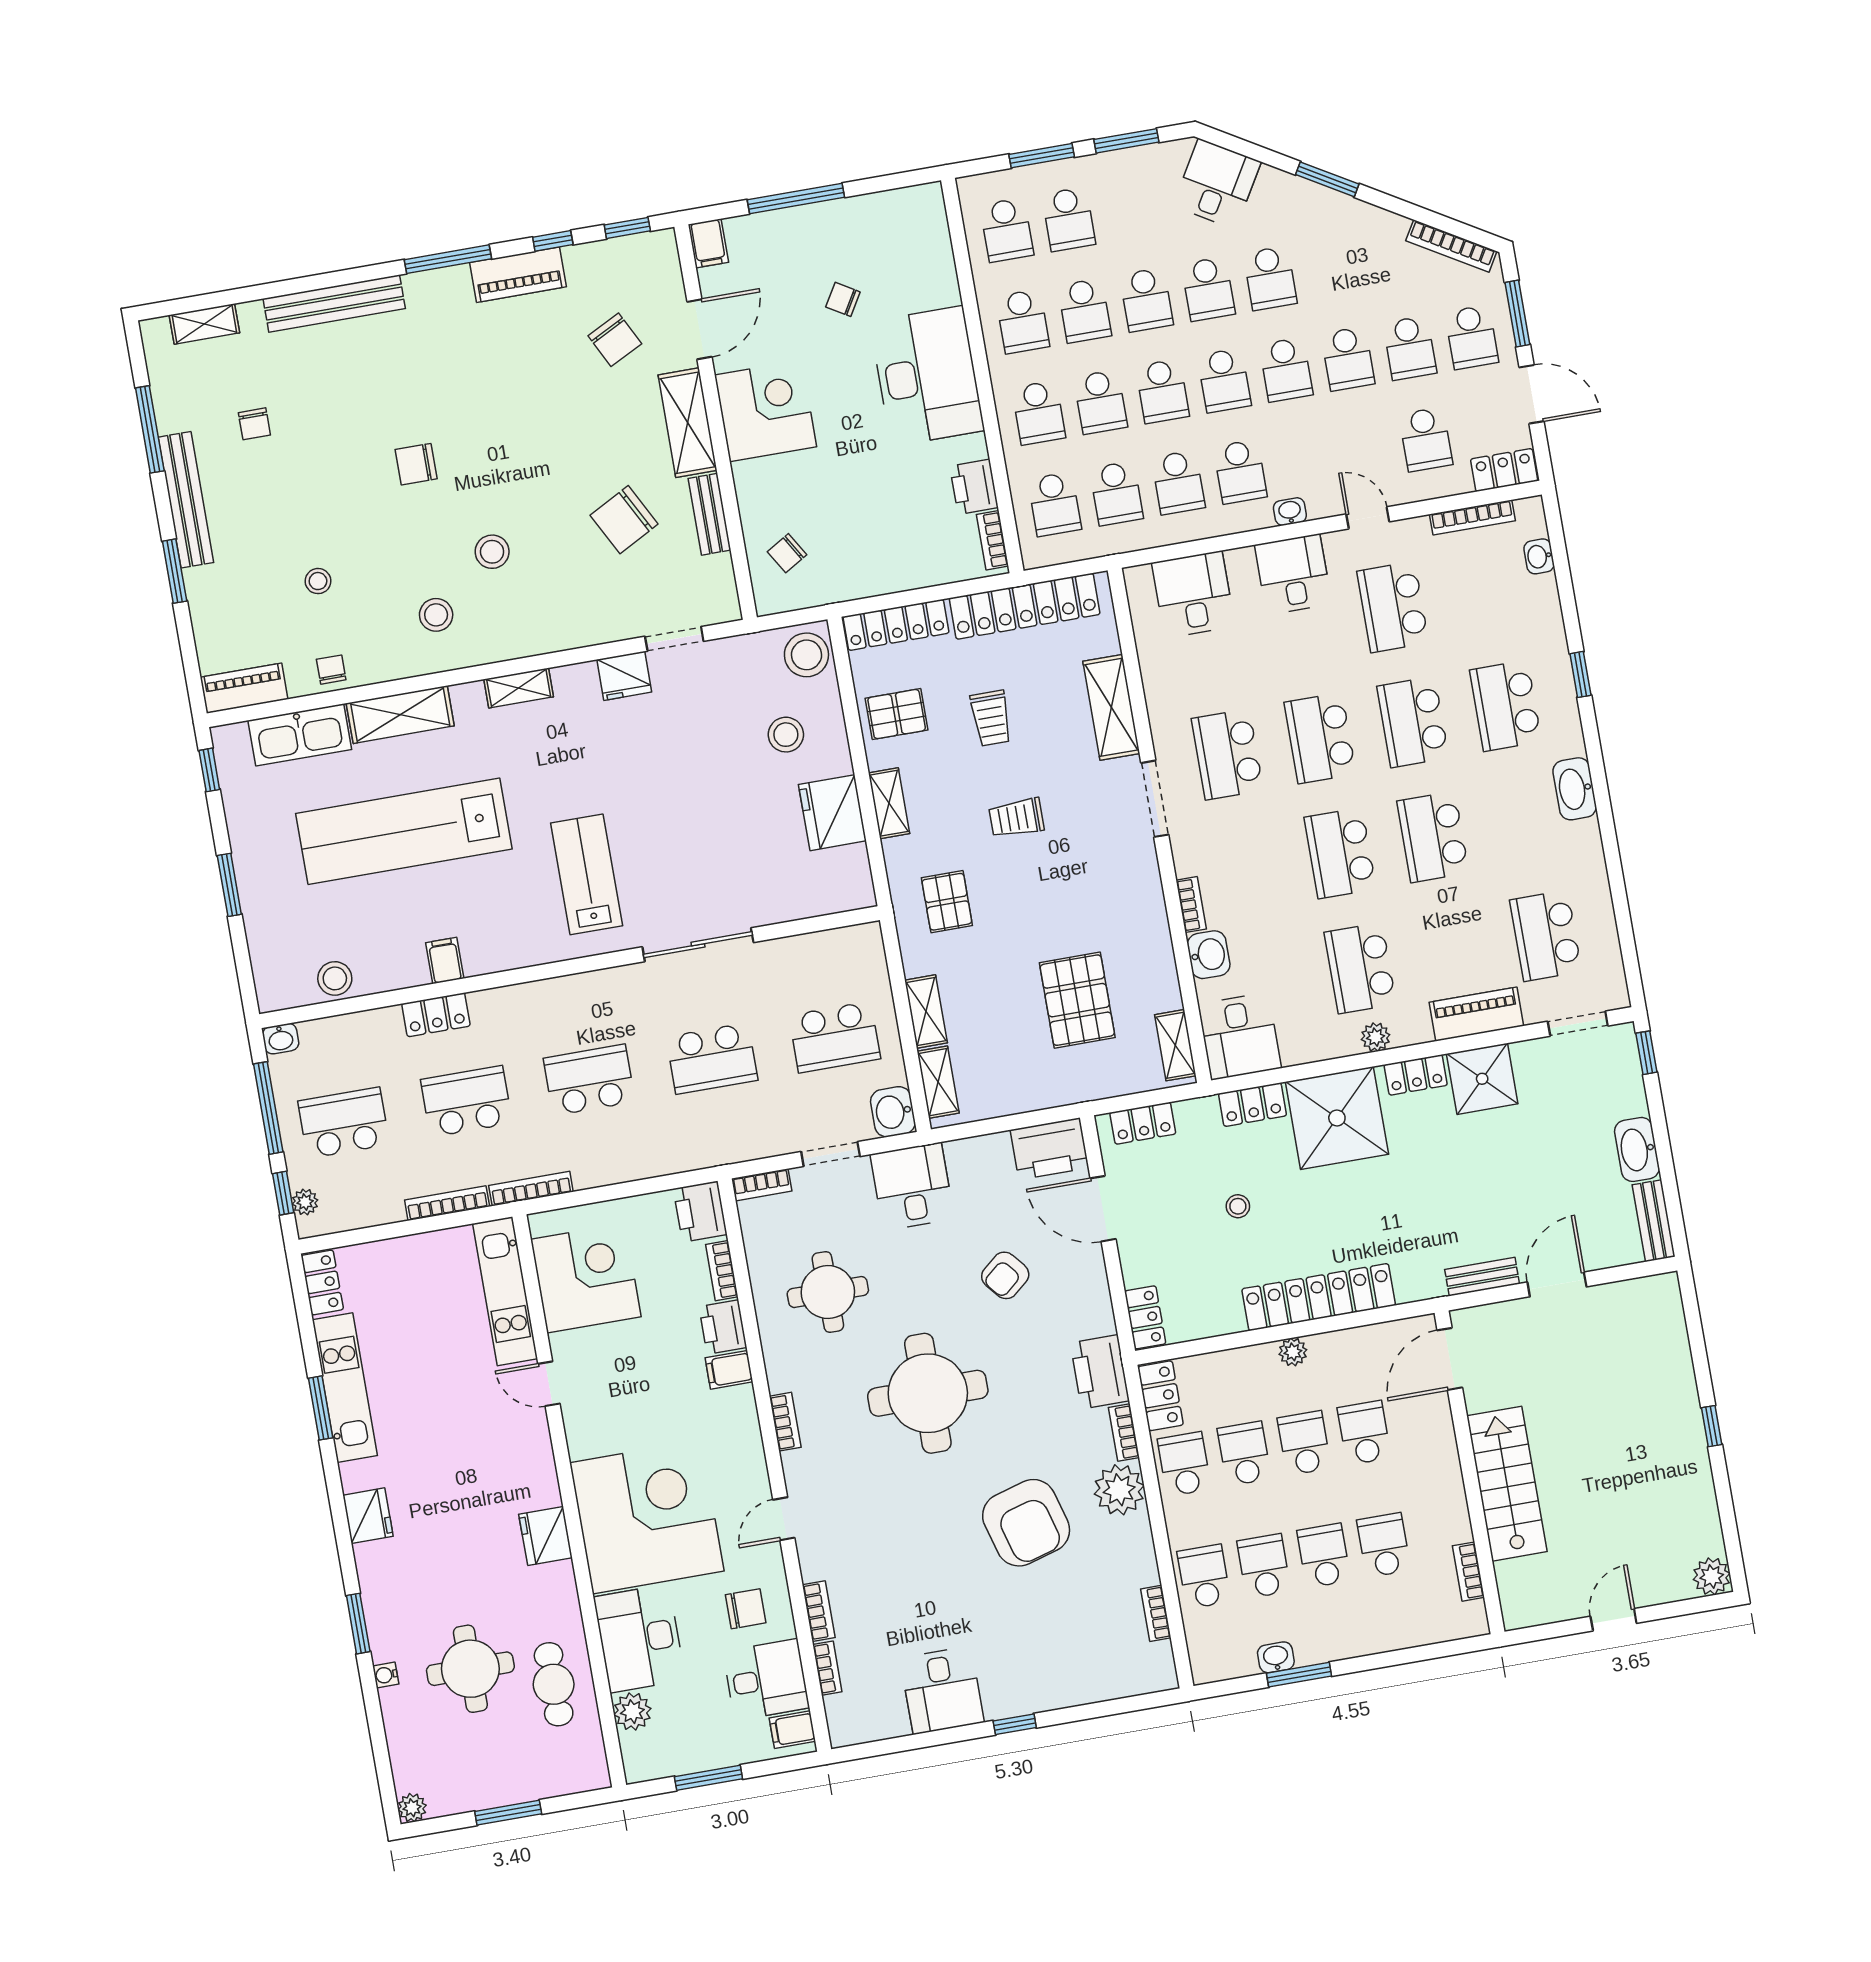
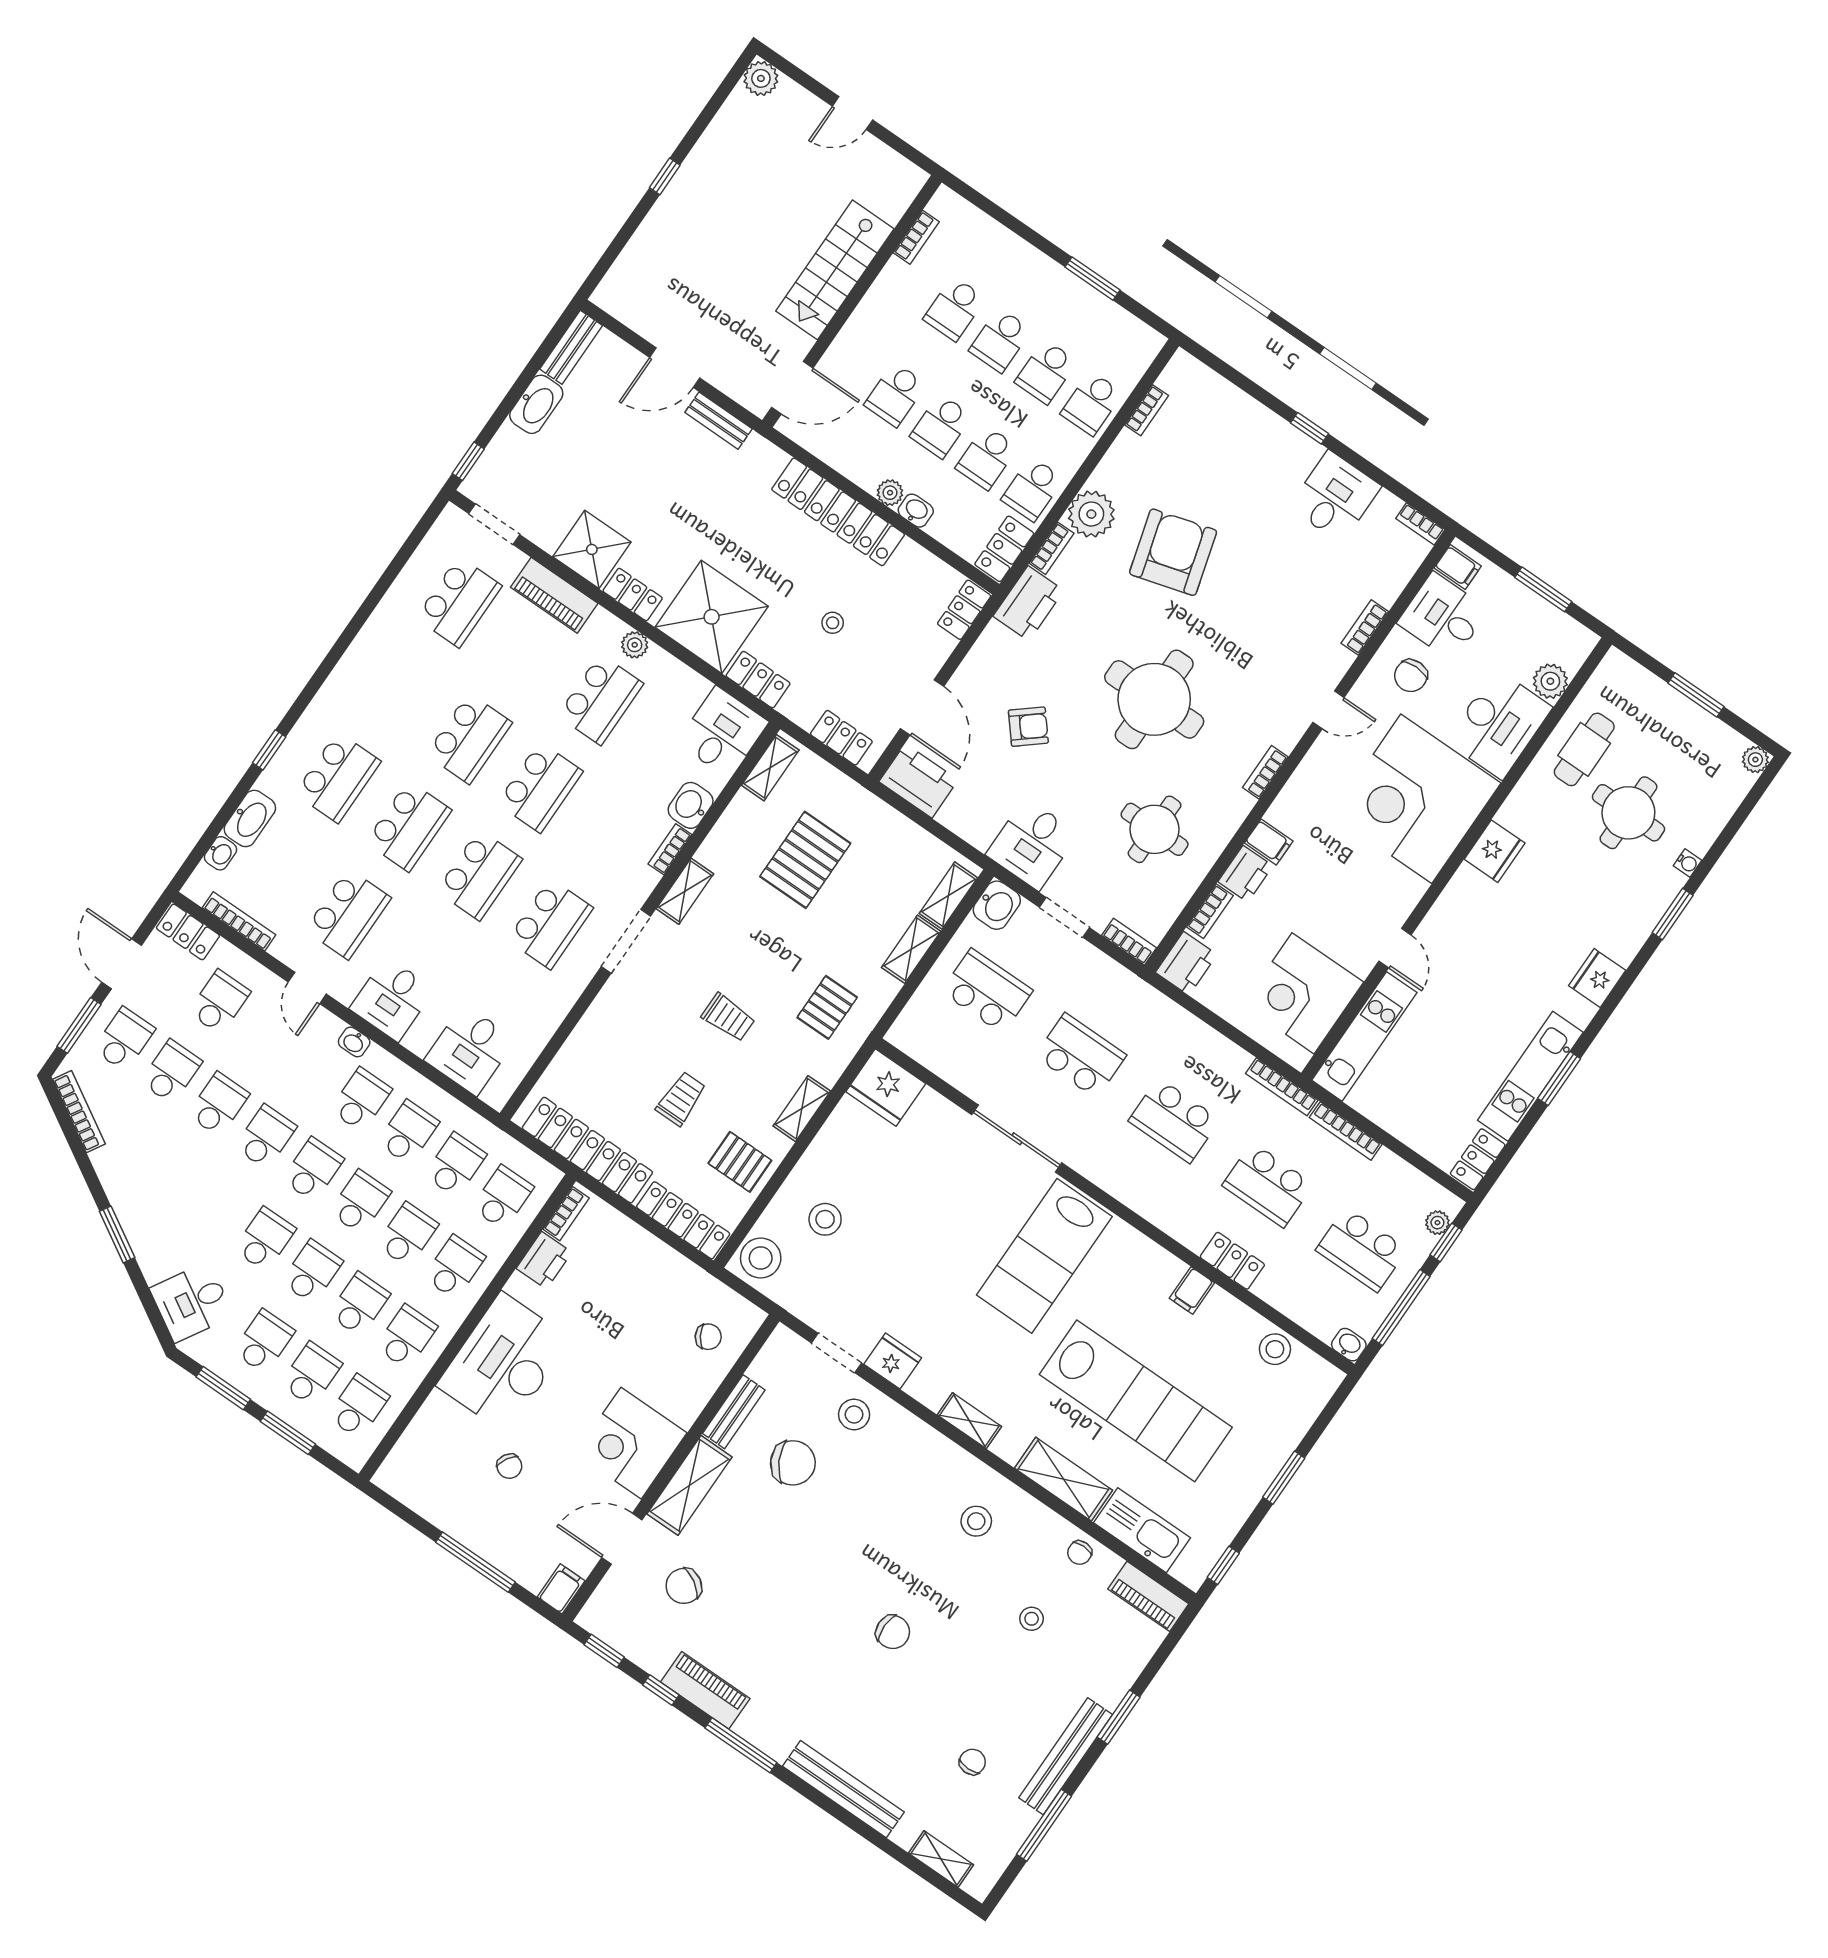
school desk: (1270, 278) -> (264, 1341), moved
chair: (615, 340) -> (684, 1586), turned -121
stool: (492, 552) -> (854, 1415), moved
shelving: (1111, 707) -> (685, 891), moved, width x0.67, depth x0.75
washbasin: (1575, 789) -> (250, 818), moved
fridge: (832, 813) -> (886, 1088), moved, turned 90
lab bench: (587, 874) -> (1044, 1256), width x1.36, depth x1.39
chair: (746, 1609) -> (1411, 676), turned -90
washbasin: (1276, 1657) -> (916, 511), moved, turned 180
bookcase: (827, 1668) -> (1420, 524), moved, turned -90

